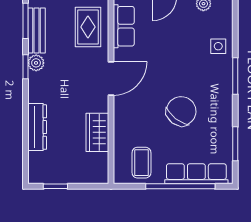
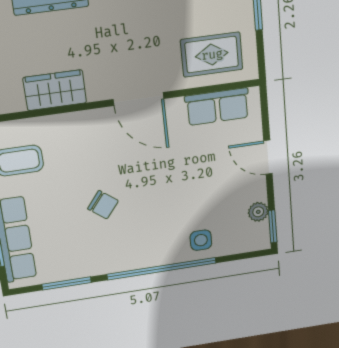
window: (235, 76) -> (162, 269), width x2.11
chair: (181, 111) -> (103, 205), width x0.54, depth x0.54

